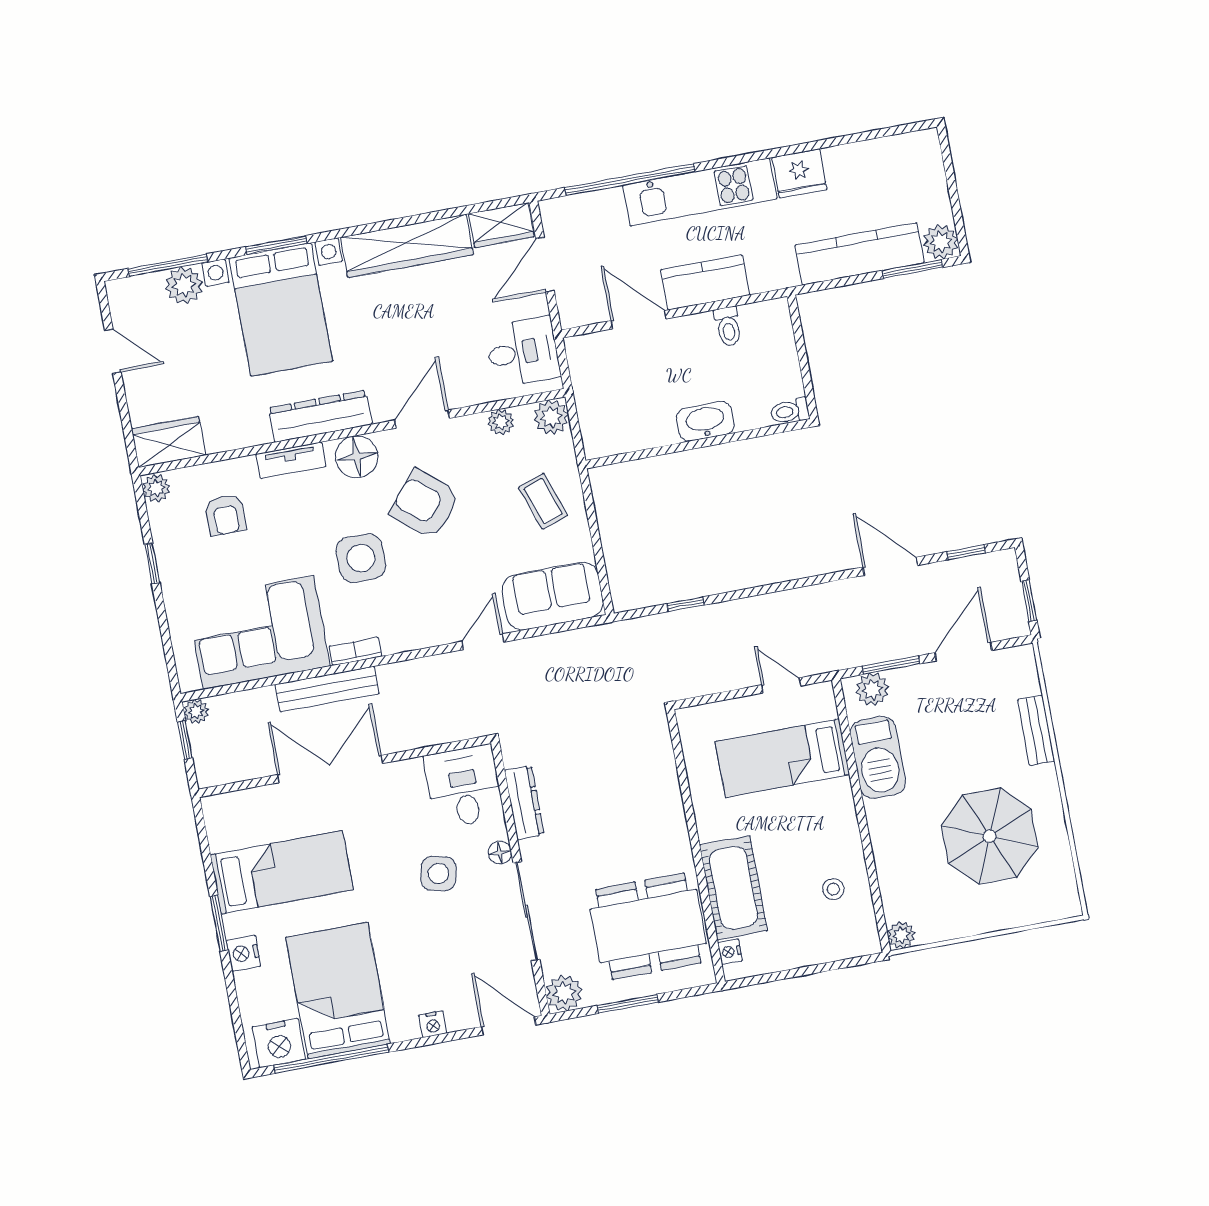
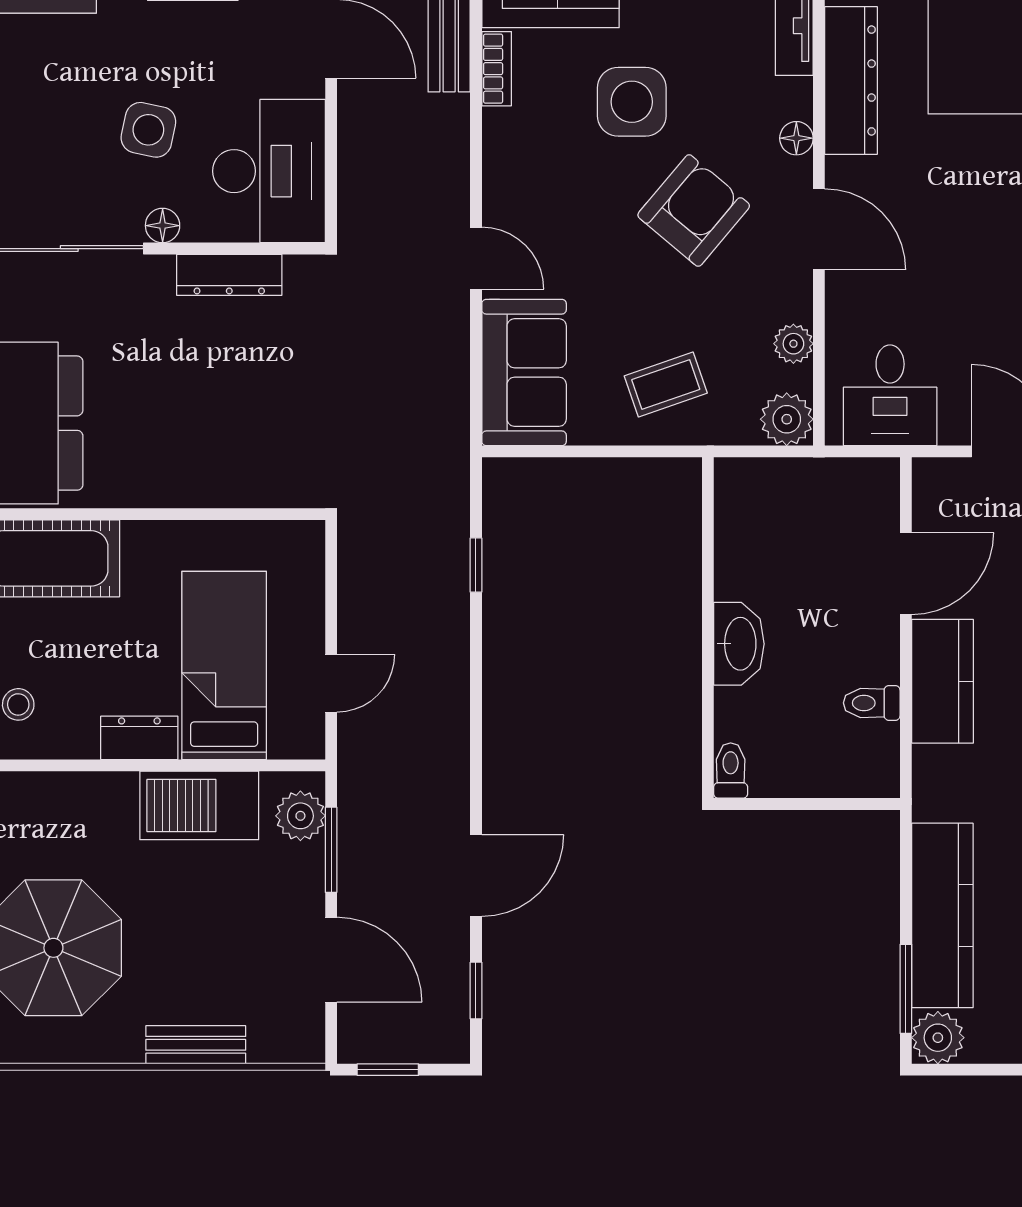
floor lamp: (357, 457) -> (796, 138), width x0.53, depth x0.53
desk: (464, 787) -> (269, 171), width x1.37
dresser: (841, 805) -> (139, 738), added

